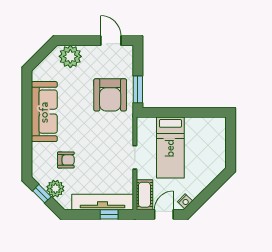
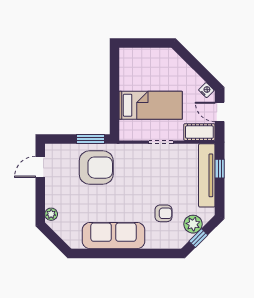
plant: (70, 56) -> (51, 214), width x0.53, depth x0.53
armchair: (66, 160) -> (163, 213), turned 90

